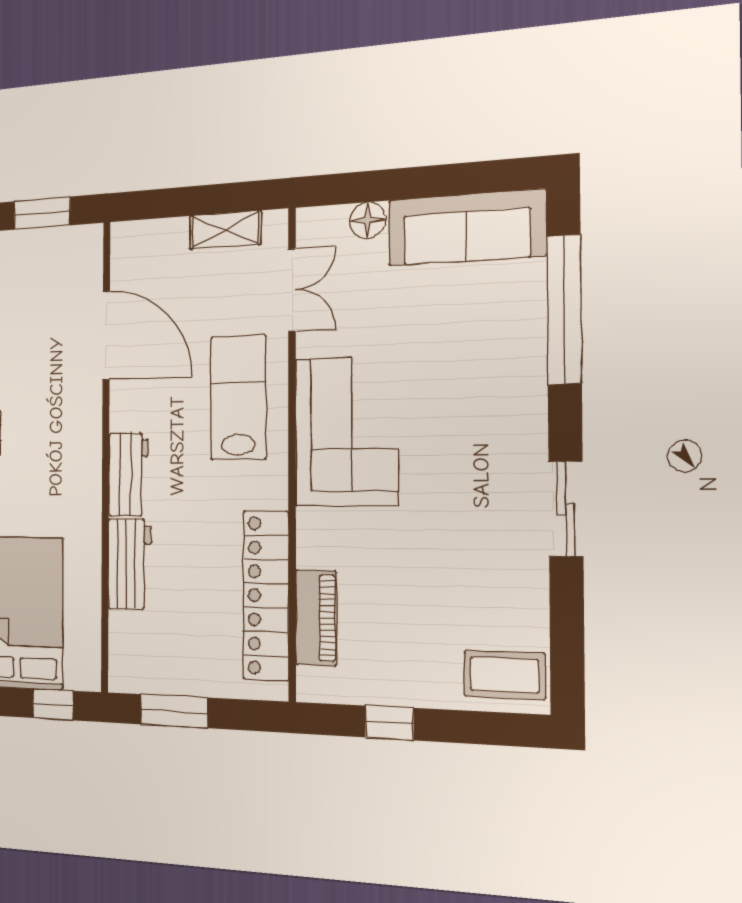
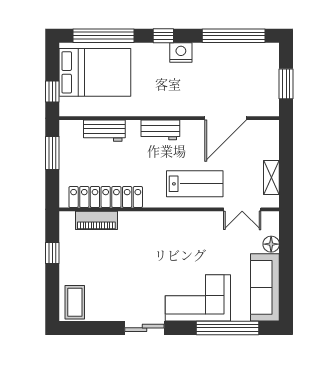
corner sofa: (346, 432) -> (198, 298), moved, turned 180
workbench: (130, 564) -> (104, 131), moved

